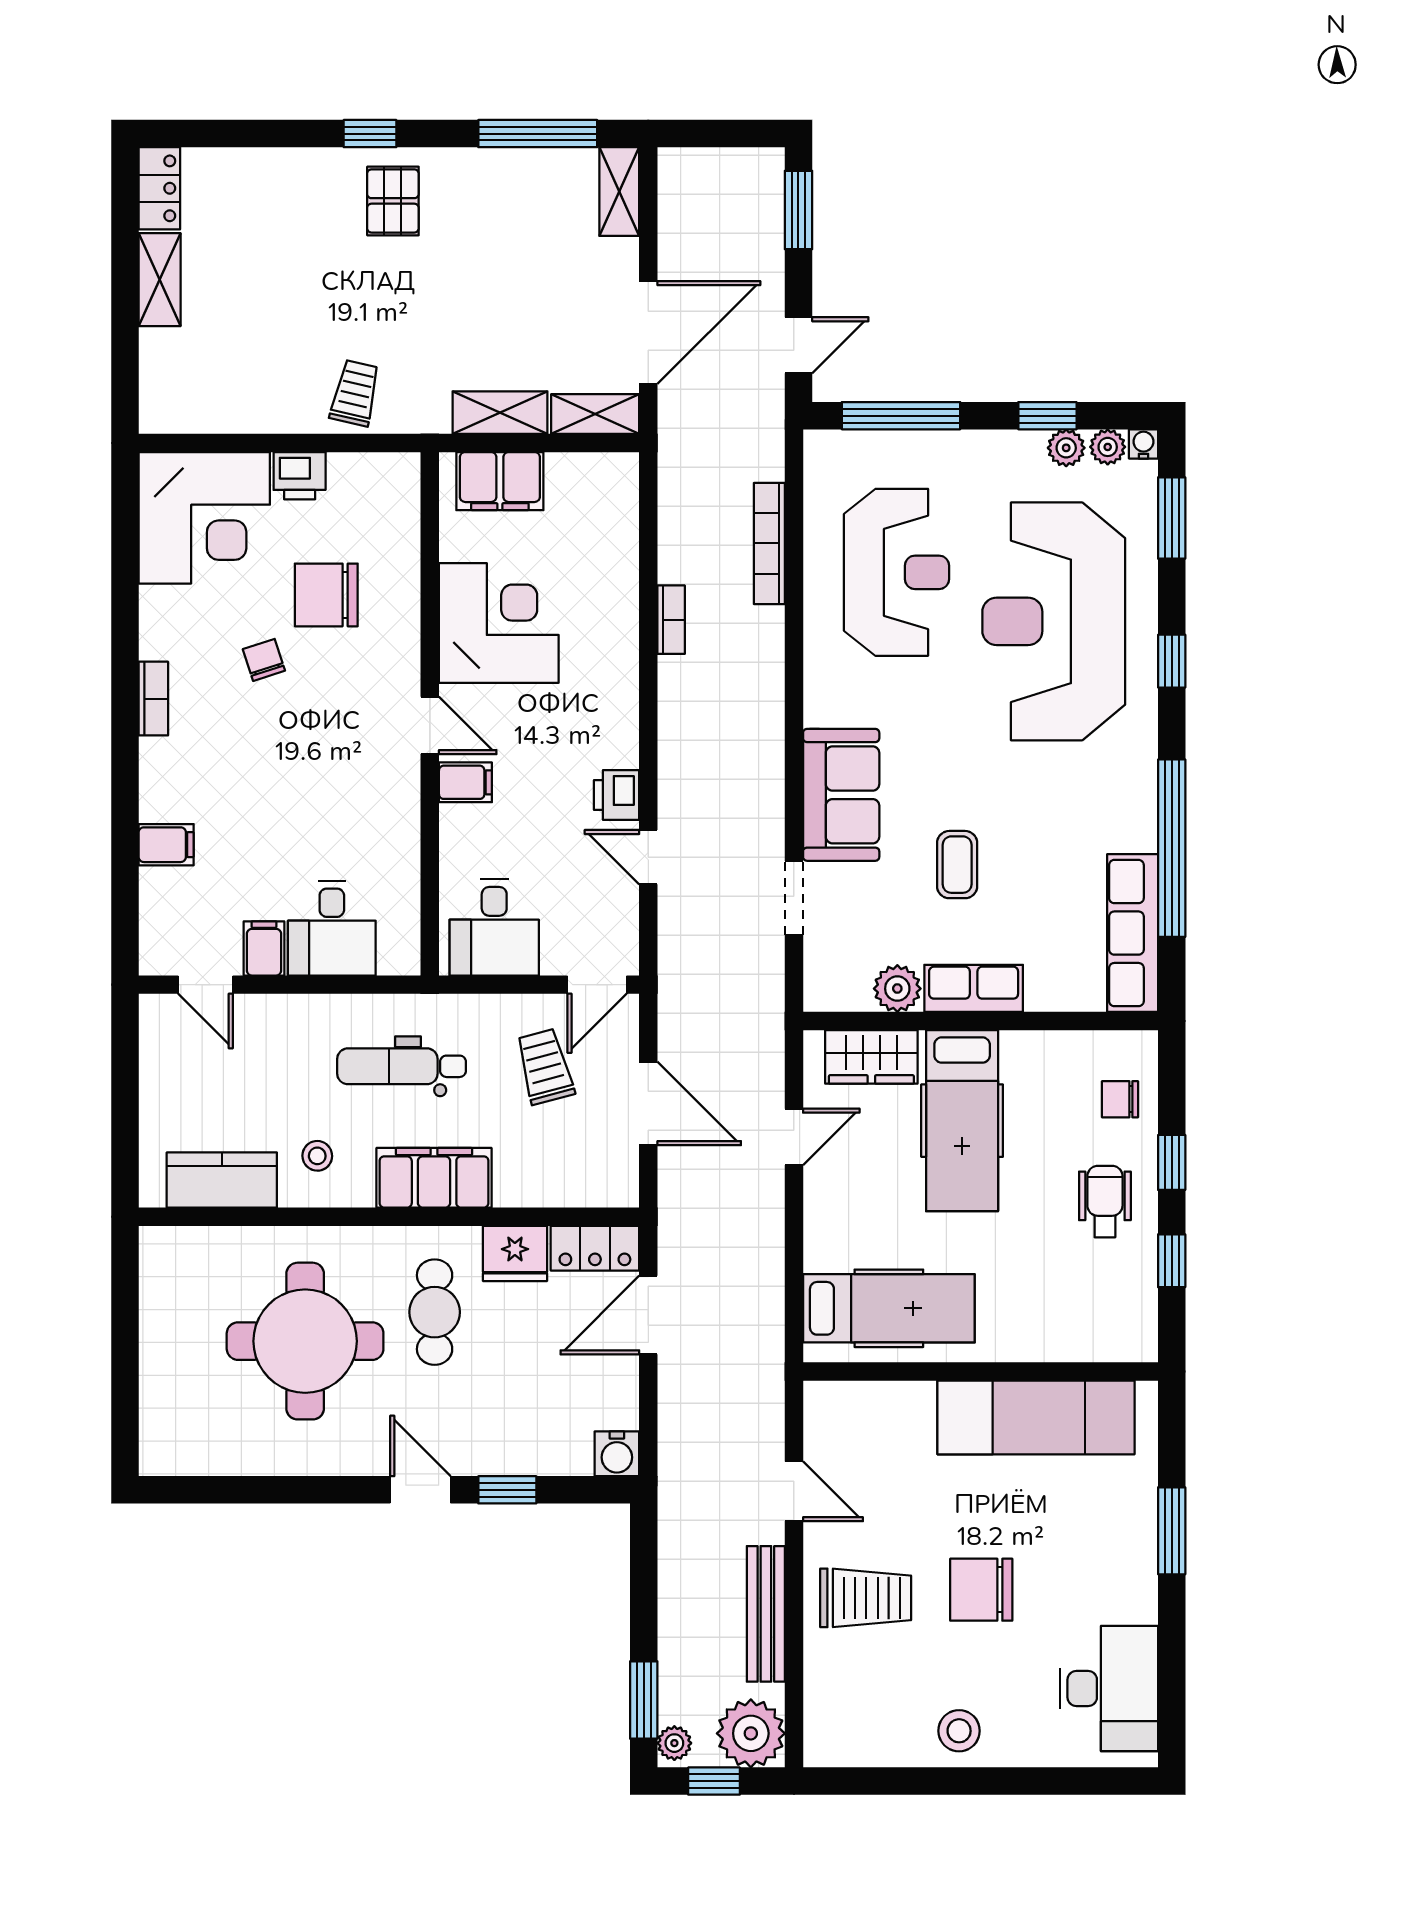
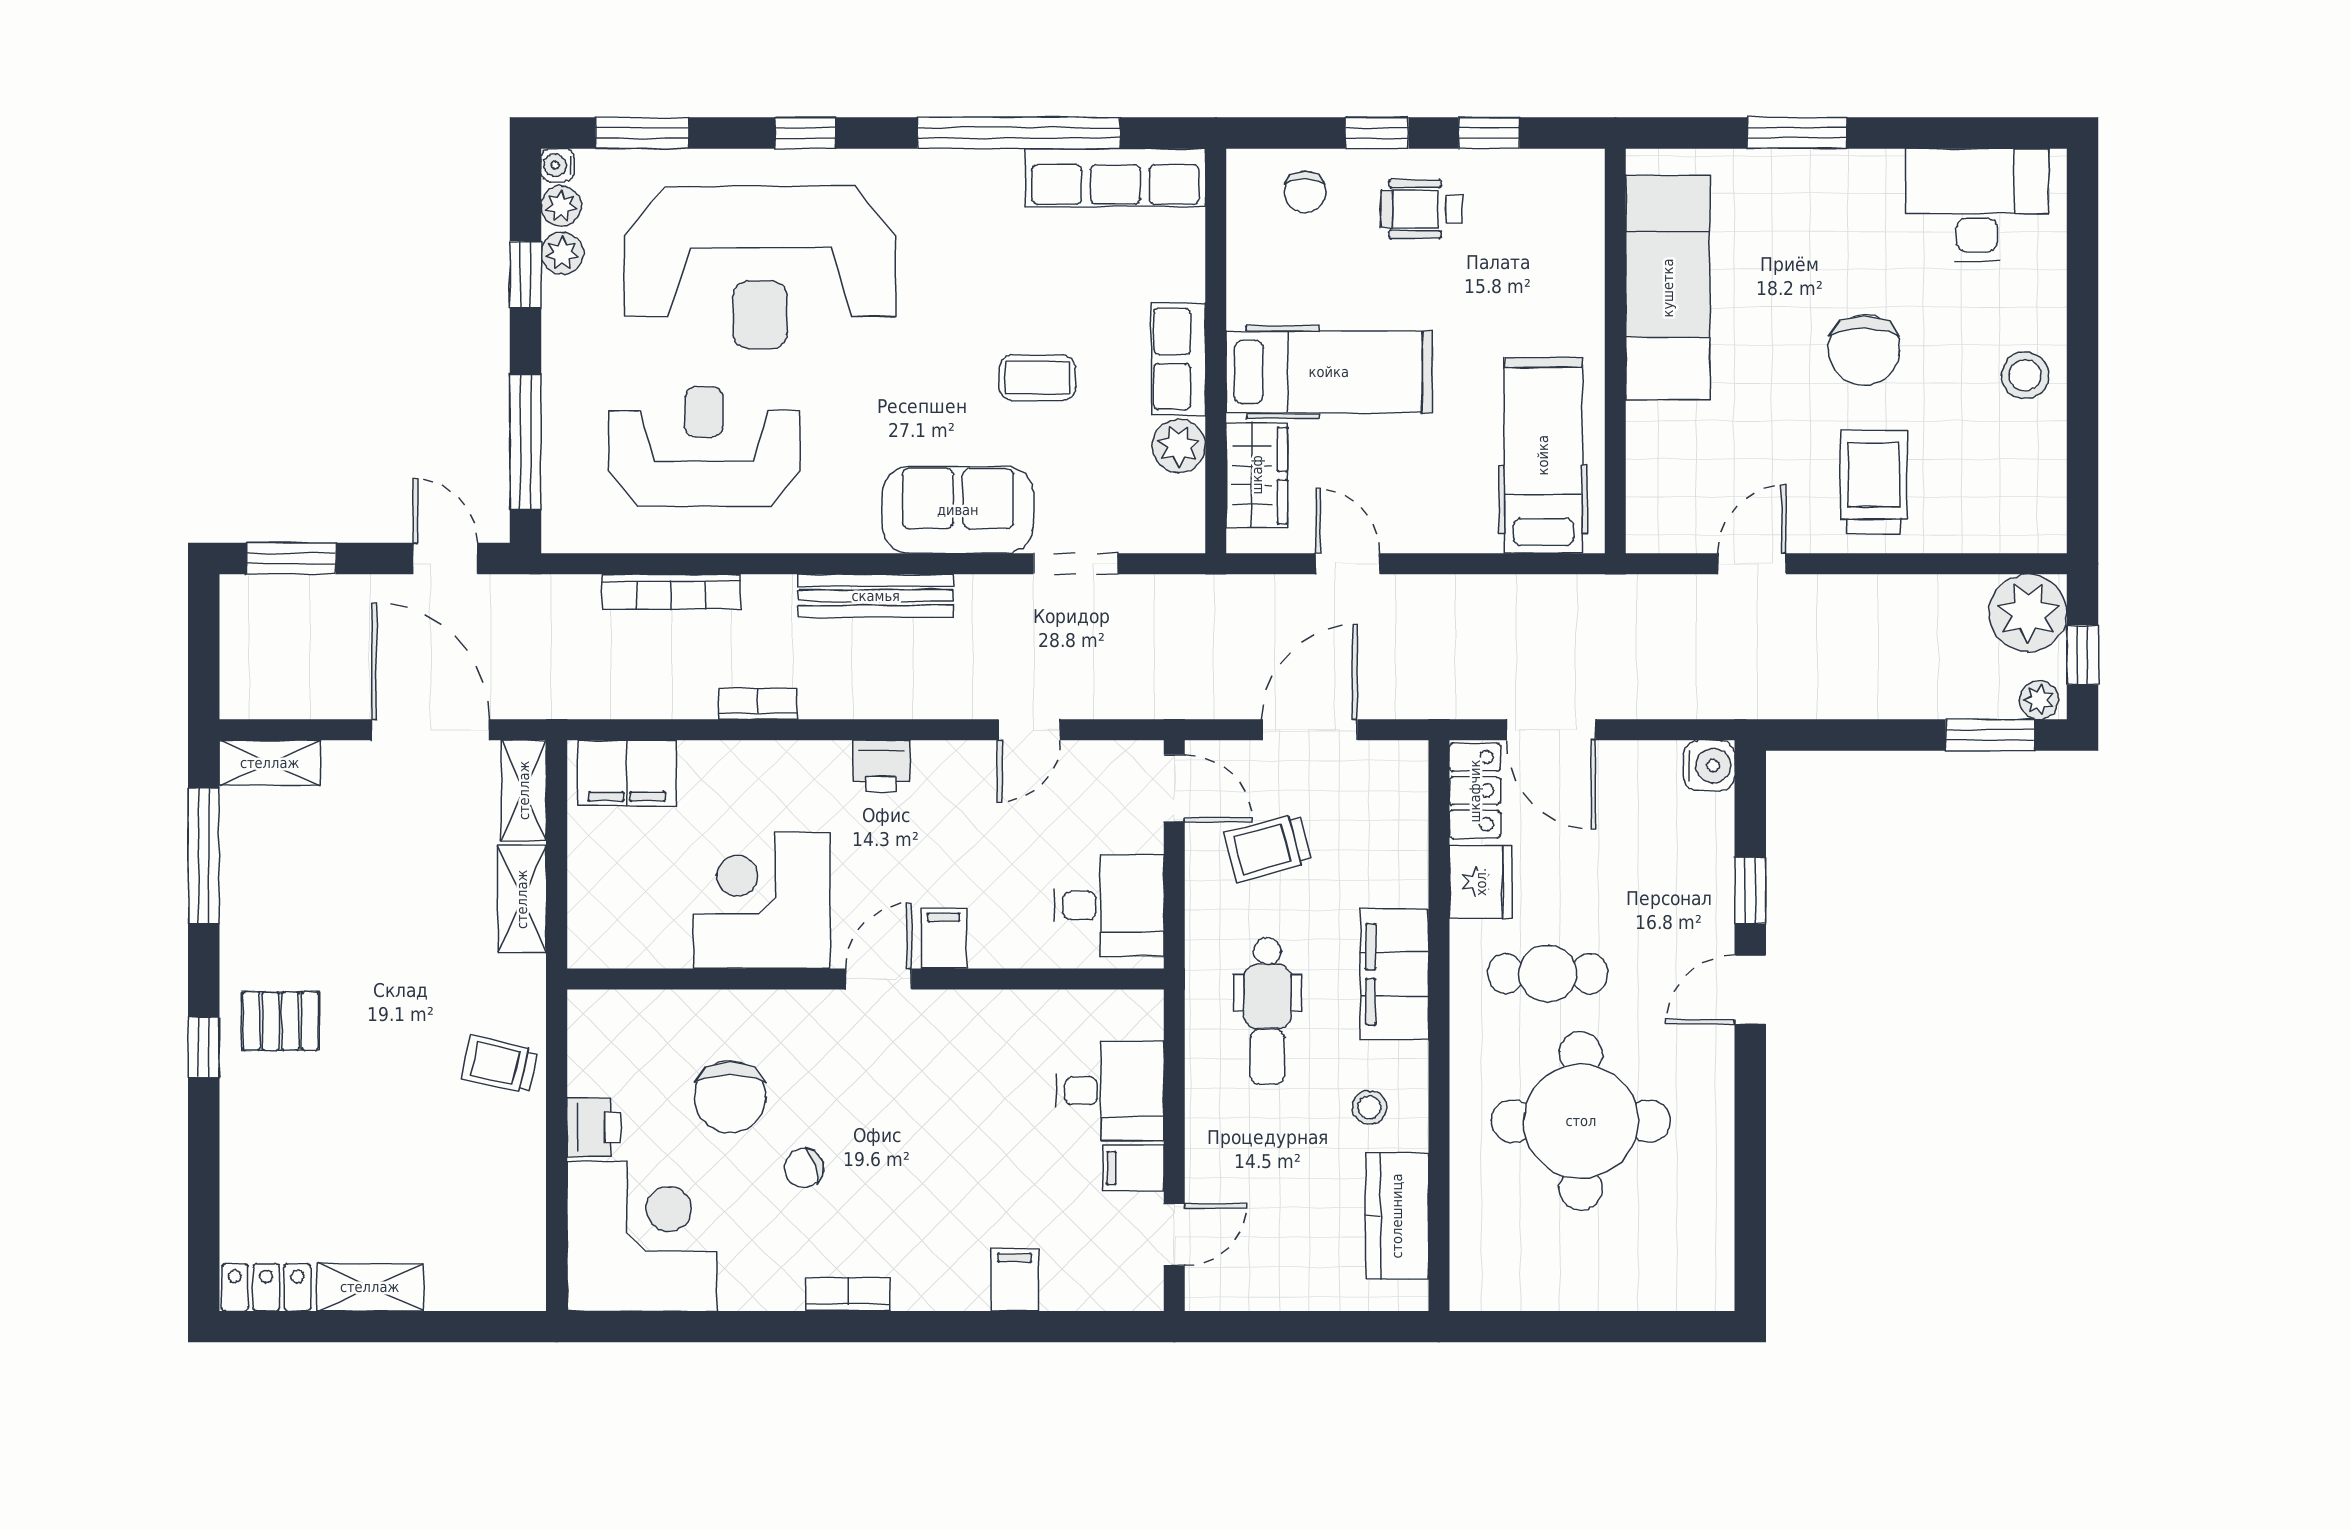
filing cabinet: (500, 481) -> (627, 773), moved, turned 90
printer: (617, 795) -> (881, 766), moved
bench: (766, 1614) -> (876, 596), moved

